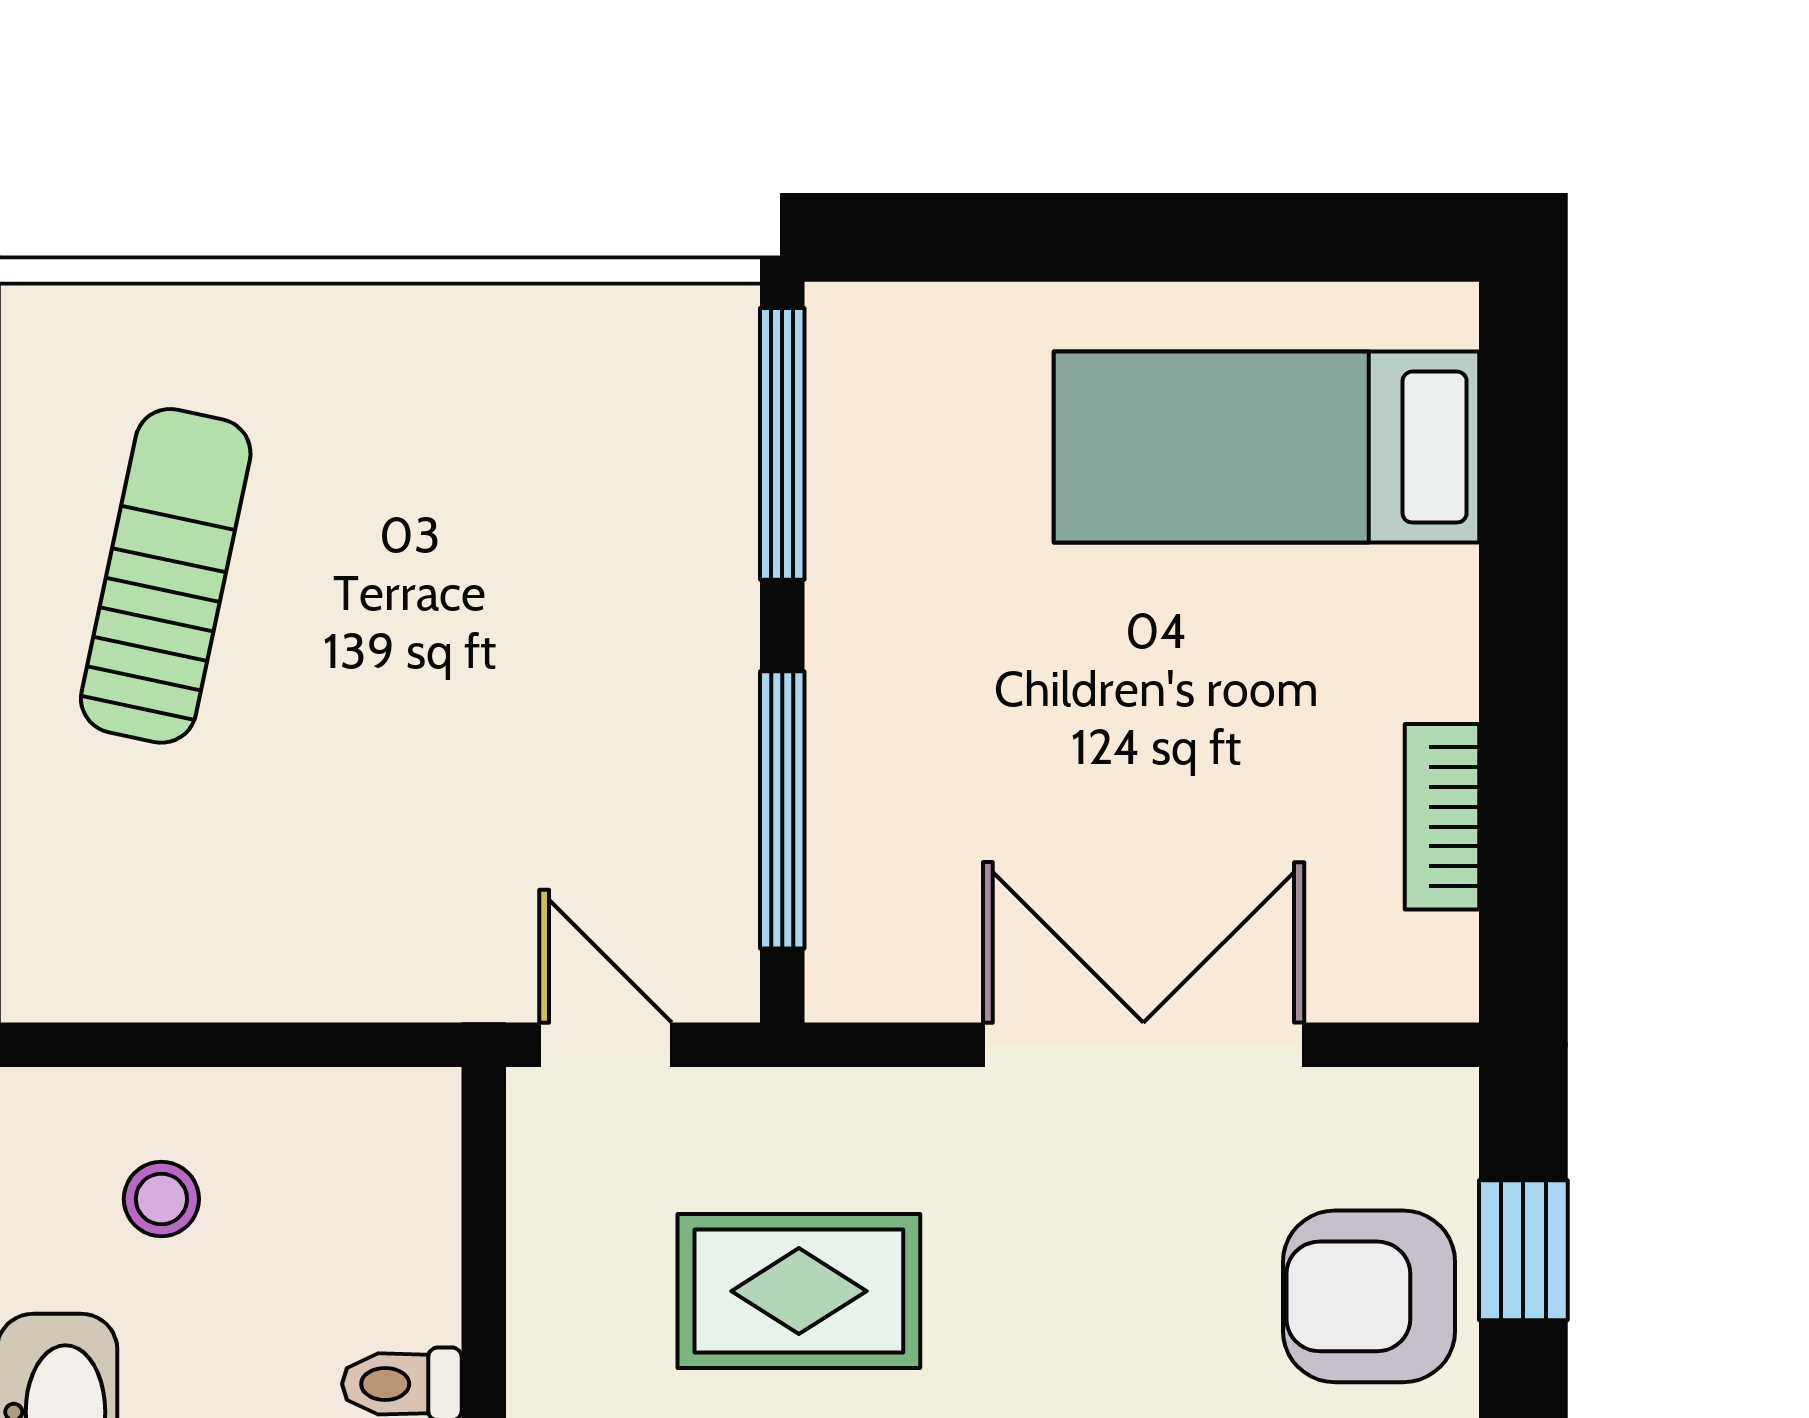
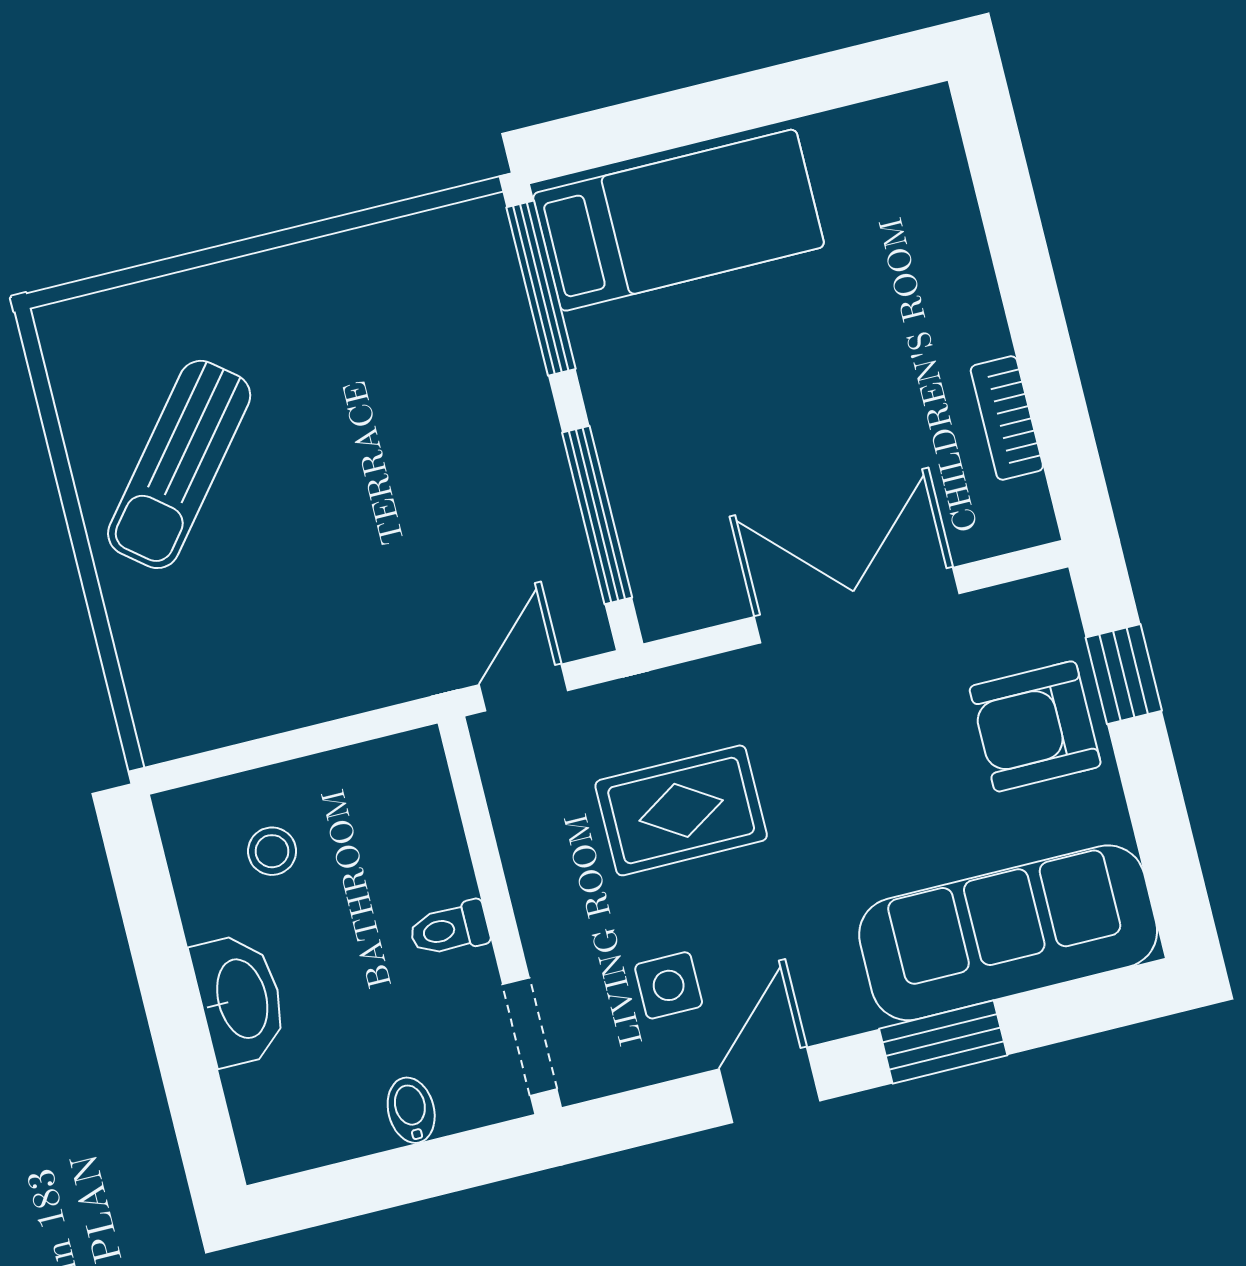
bed: (1267, 447) -> (678, 220), moved, turned 180
sun lounger: (166, 576) -> (179, 464), turned -153
door: (606, 1045) -> (524, 688), hinge flipped

